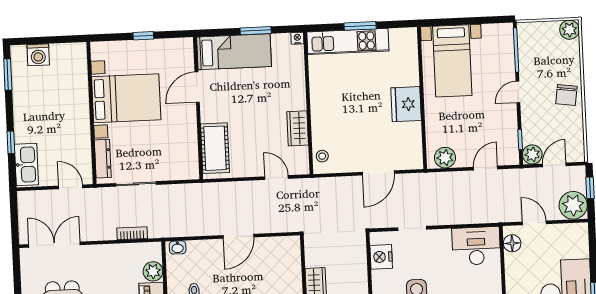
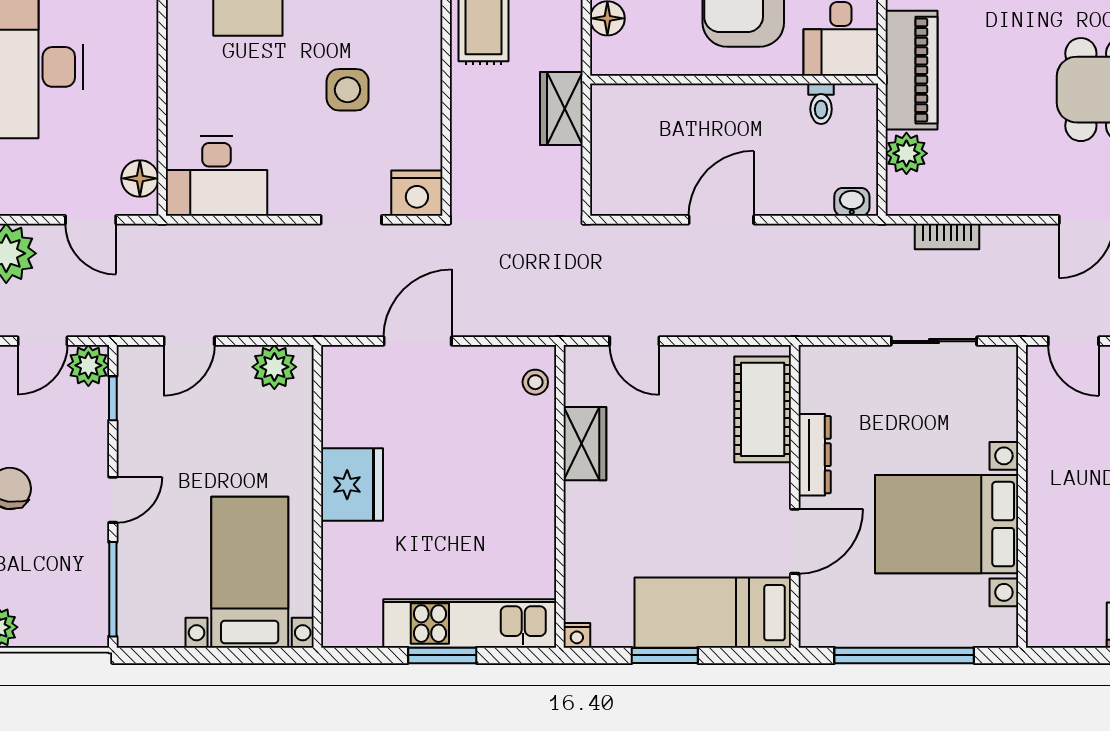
window: (143, 36) -> (904, 655), width x3.17
dresser: (103, 159) -> (815, 455), moved, turned 180
nightstand: (381, 257) -> (417, 193), moved, turned 90

